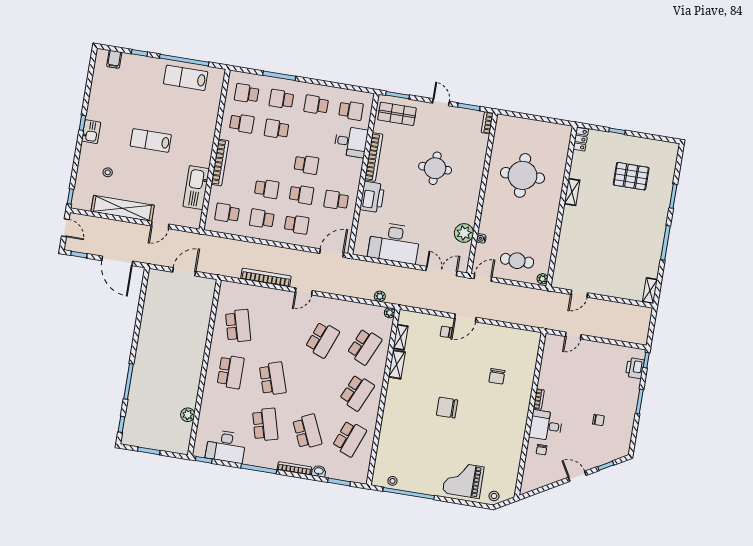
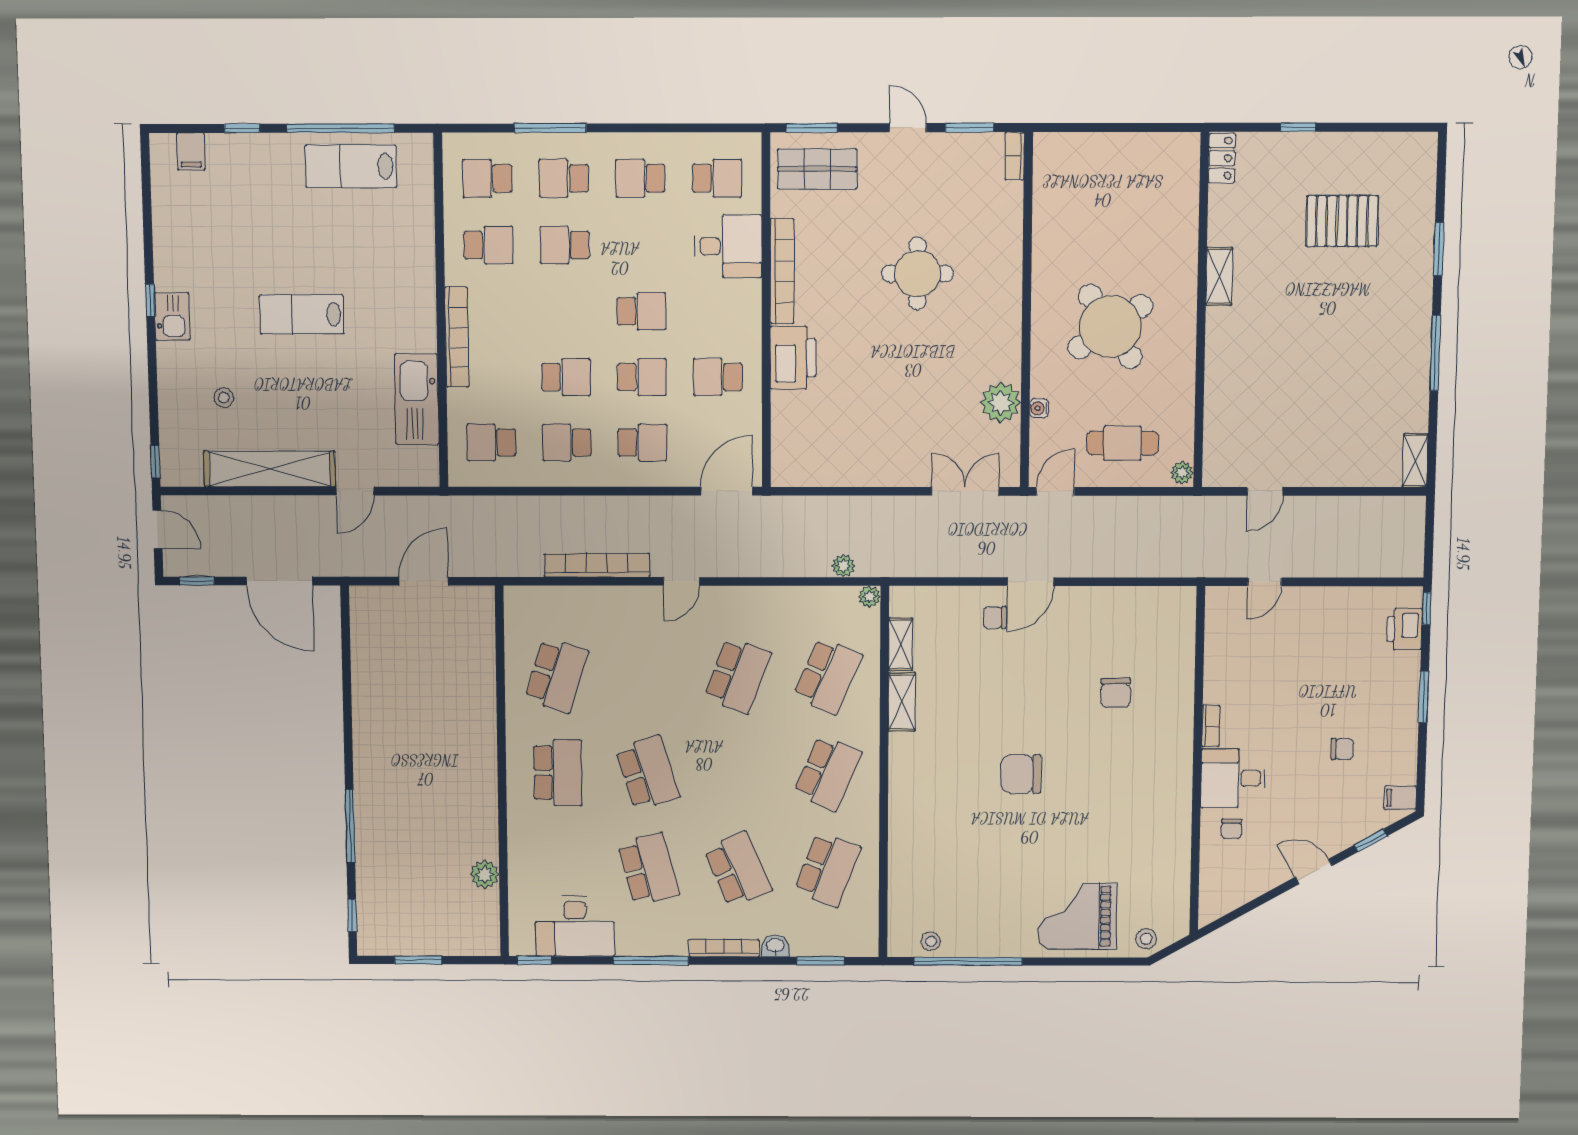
round table: (523, 175) -> (1110, 327), moved, turned -34
desk: (394, 243) -> (855, 448), removed
school desk: (238, 326) -> (557, 675), turned 33
filing cabinet: (622, 448) -> (1400, 798), added

